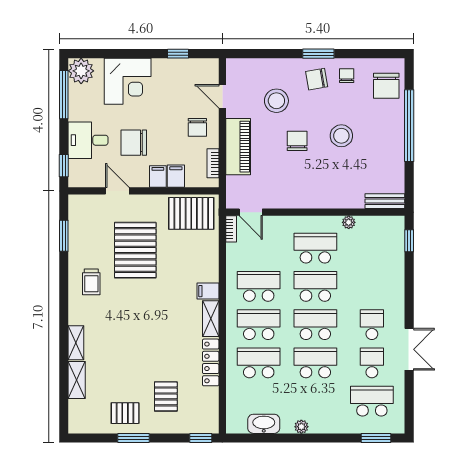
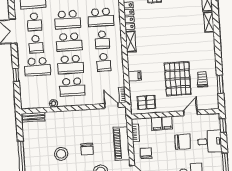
door: (117, 191) -> (191, 113), swing flipped
pallet: (191, 213) -> (146, 102), width x0.67, depth x0.71
window: (409, 241) -> (16, 75), moved
trolley: (91, 282) -> (202, 79), moved
school desk: (259, 286) -> (104, 62), width x0.54
school desk: (372, 286) -> (37, 67), added
filing cabinet: (208, 291) -> (135, 76), moved
school desk: (259, 325) -> (102, 40), width x0.54

